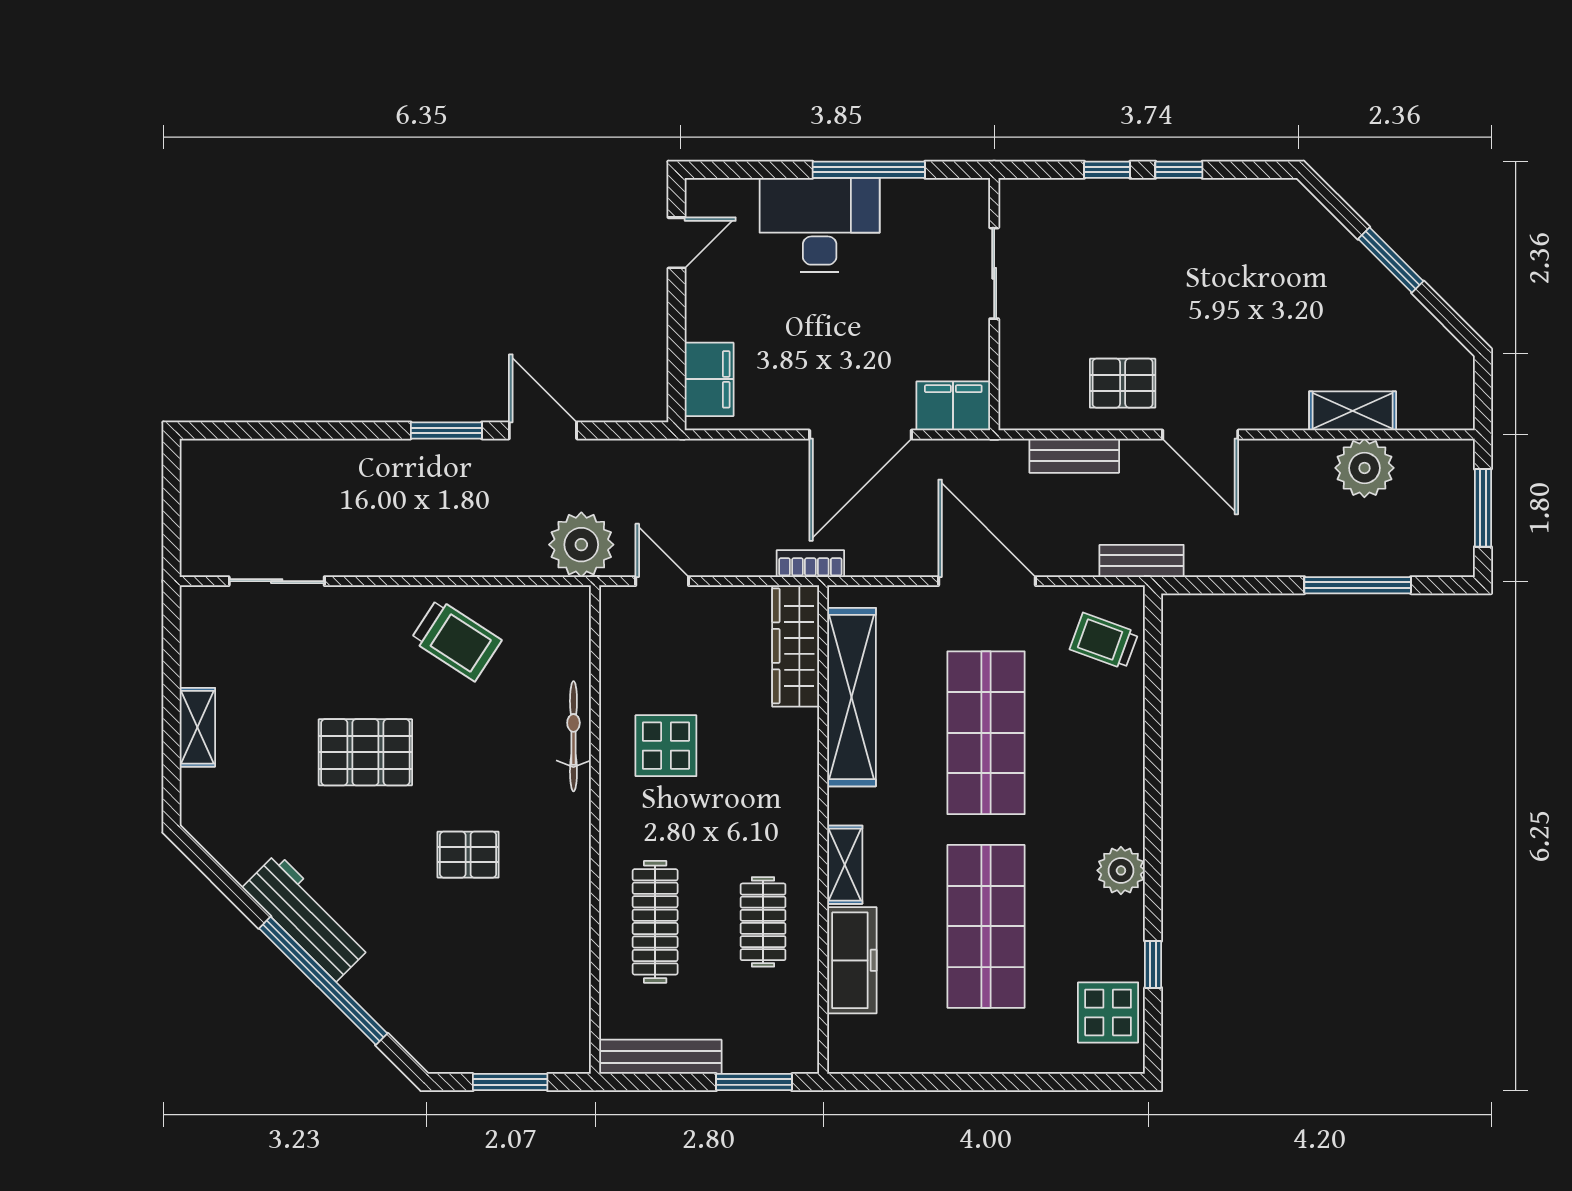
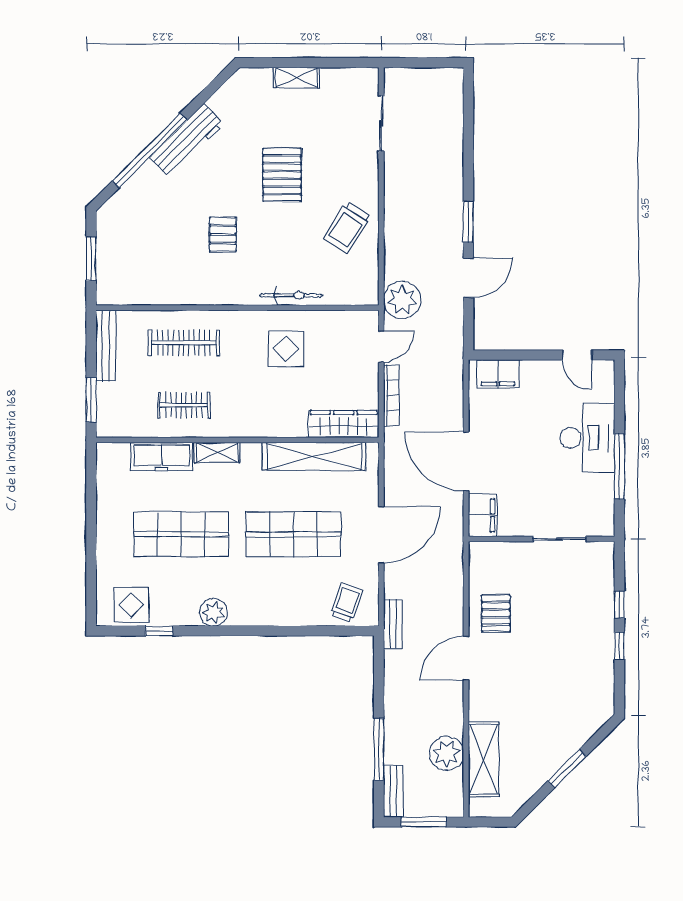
shelving: (1353, 411) -> (484, 759), width x1.50, depth x1.33
bench: (1074, 456) -> (393, 791), moved
bookcase: (810, 564) -> (391, 395), moved, width x1.56

